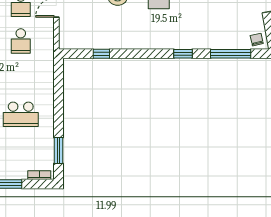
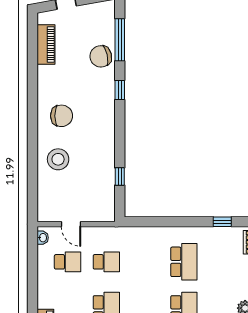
chair: (257, 40) -> (101, 56), moved, width x1.87, depth x1.87
window: (59, 151) -> (222, 222), width x0.67

